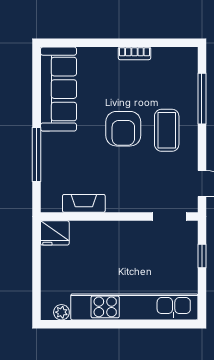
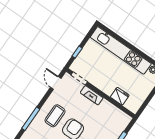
fireplace: (84, 203) -> (92, 95), moved
fridge: (55, 233) -> (120, 96), moved

